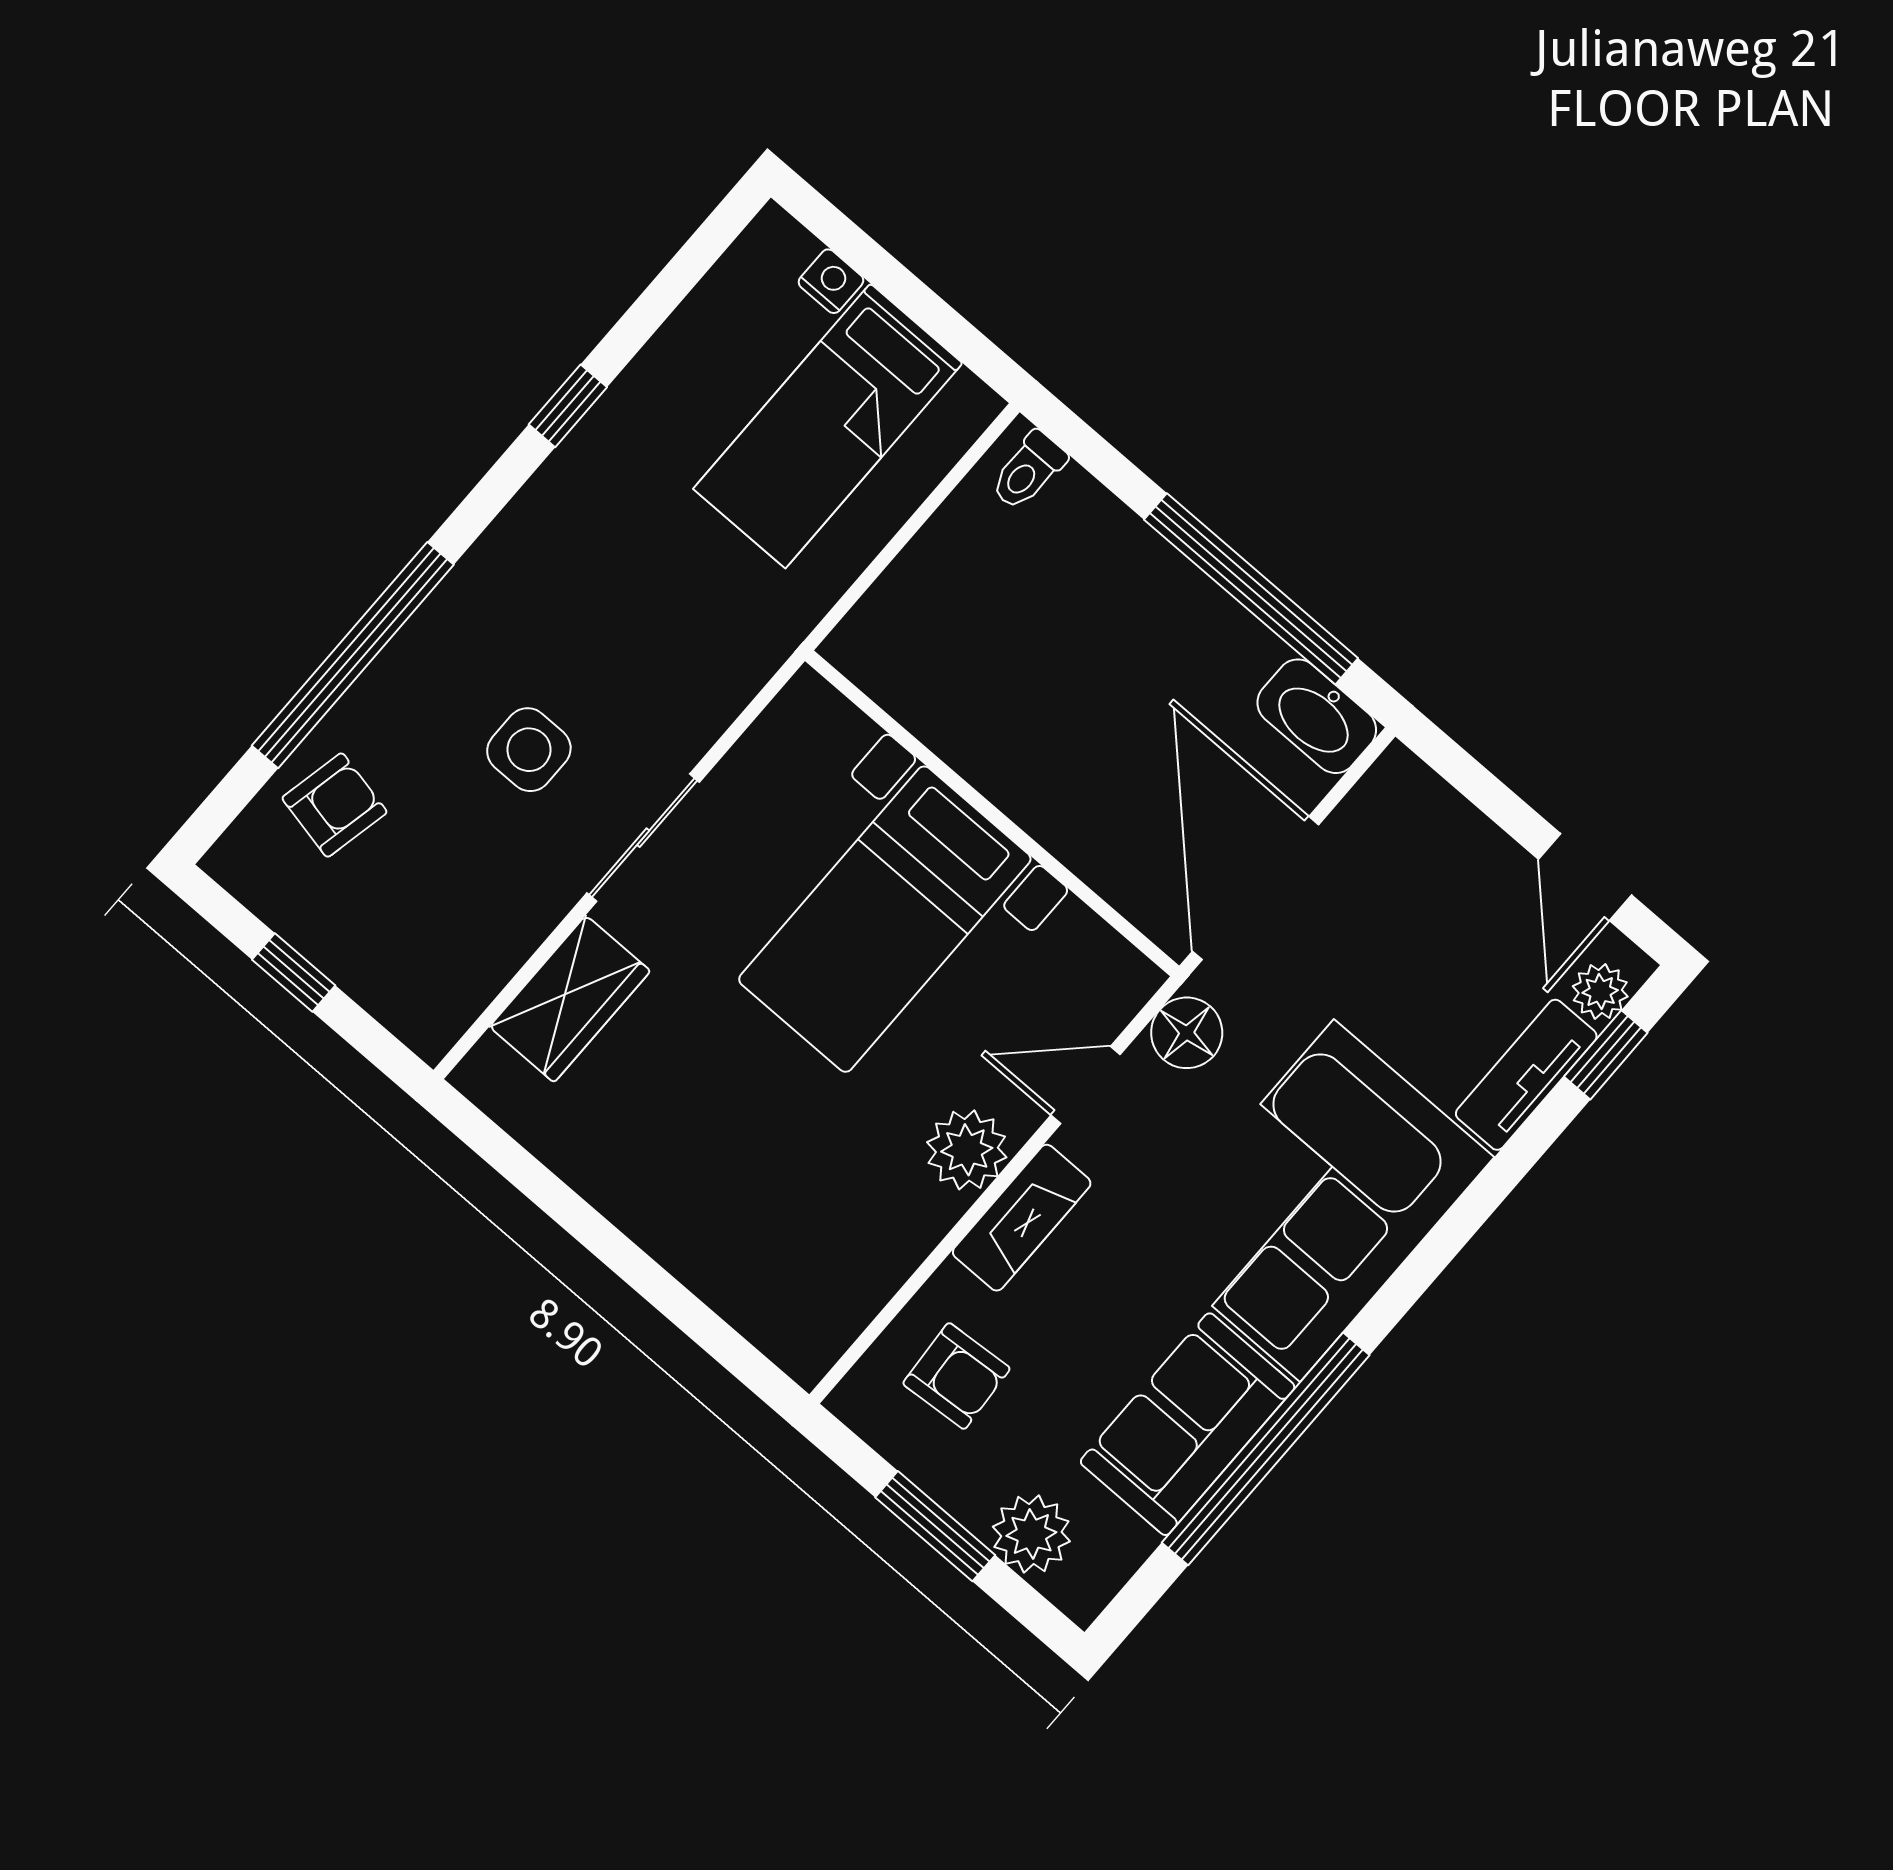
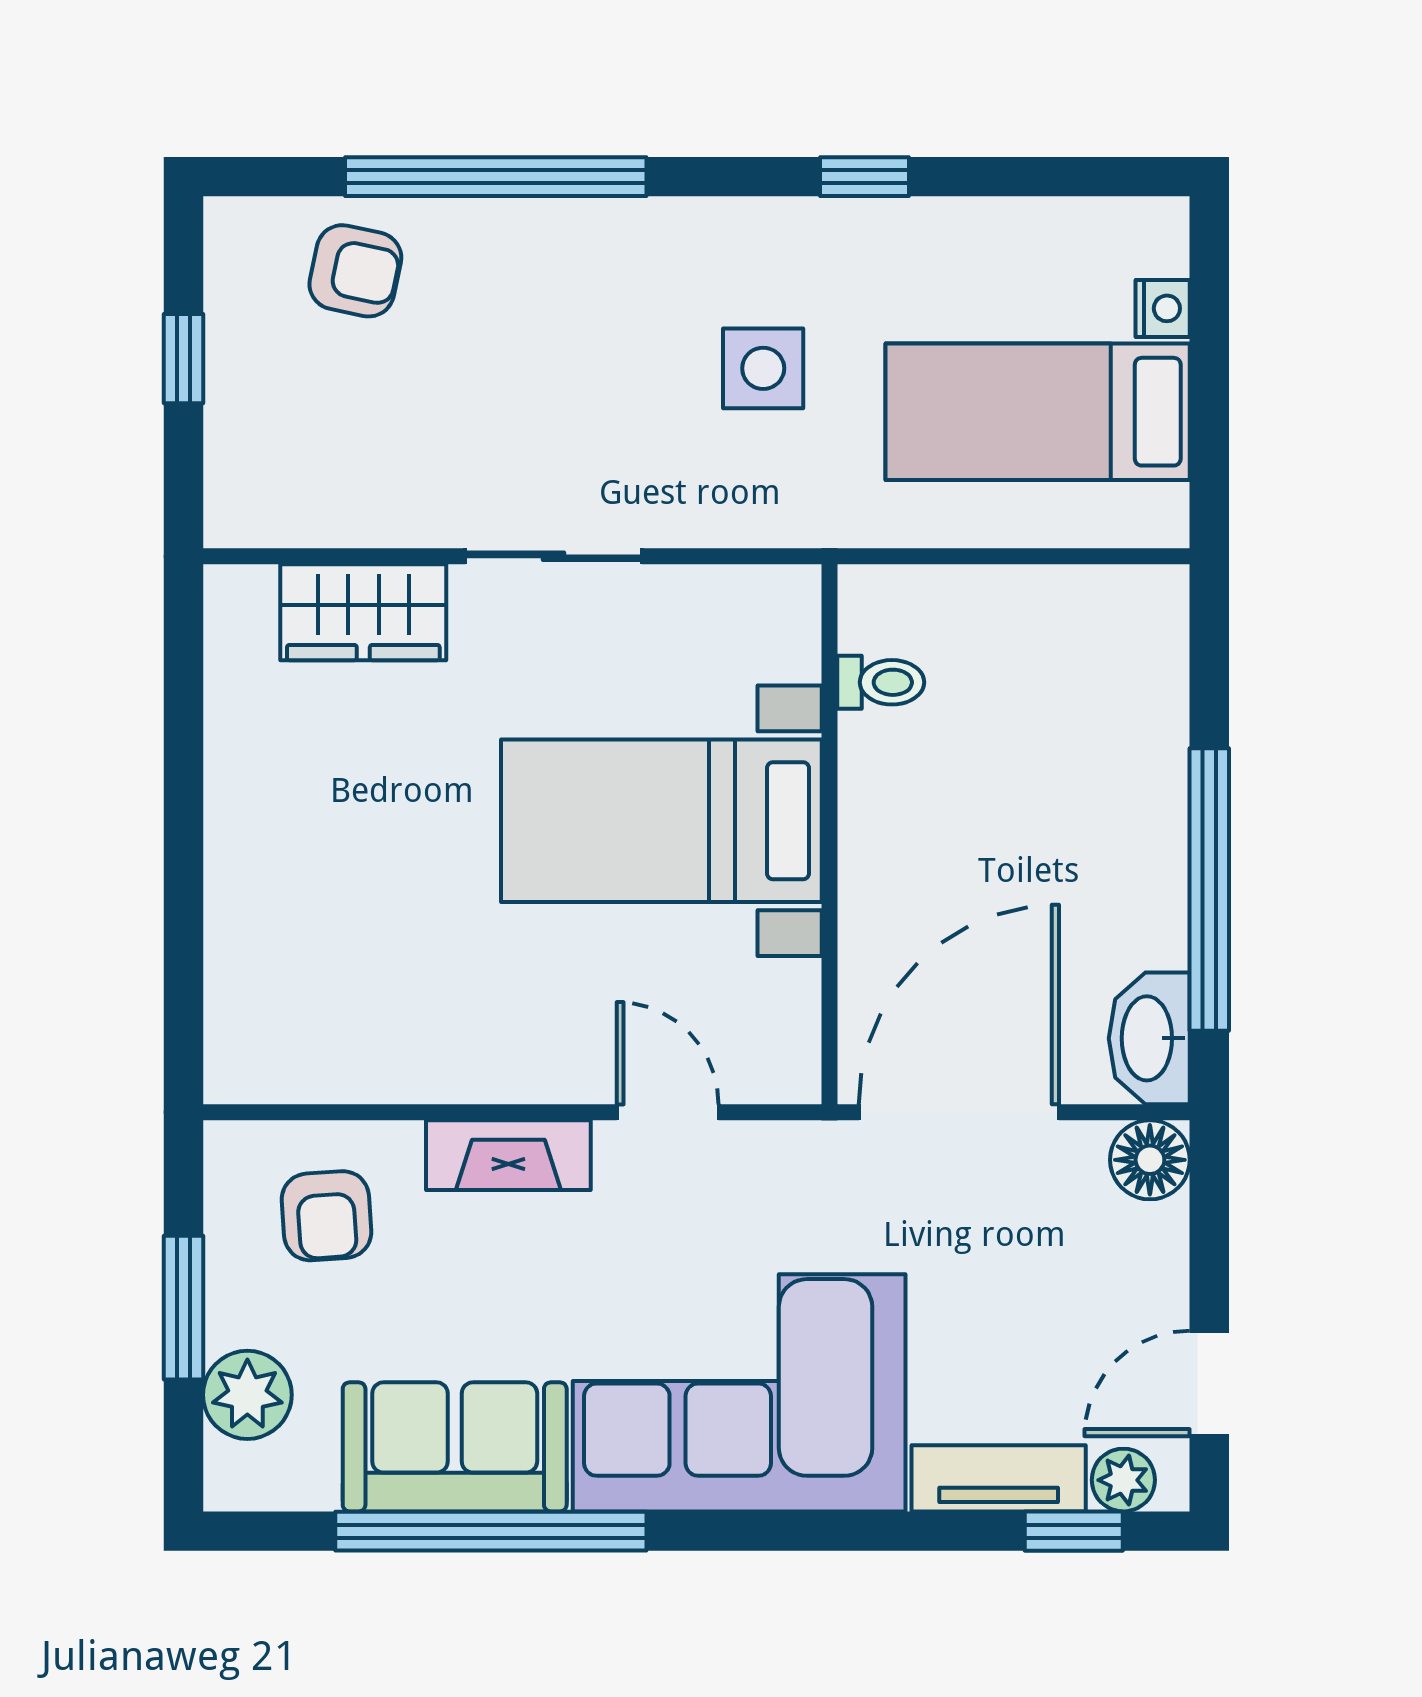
toilet: (1028, 471) -> (881, 682), moved, turned 180
side table: (529, 750) -> (763, 368), moved
floor lamp: (1187, 1033) -> (1150, 1160), moved
plant: (967, 1150) -> (526, 1059), removed

